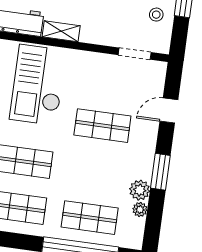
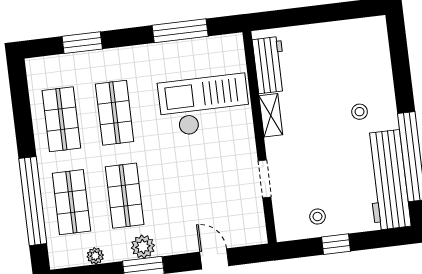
doorway: (135, 54) -> (265, 179), moved
shop shelf: (102, 126) -> (125, 196), moved
plant: (140, 190) -> (143, 247), moved

